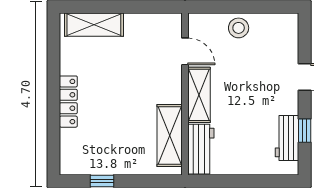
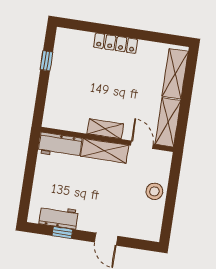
shelving: (153, 24) -> (168, 122), added
door: (185, 51) -> (142, 145), swing flipped
shelving: (170, 136) -> (105, 129), moved, width x0.67, depth x0.75

